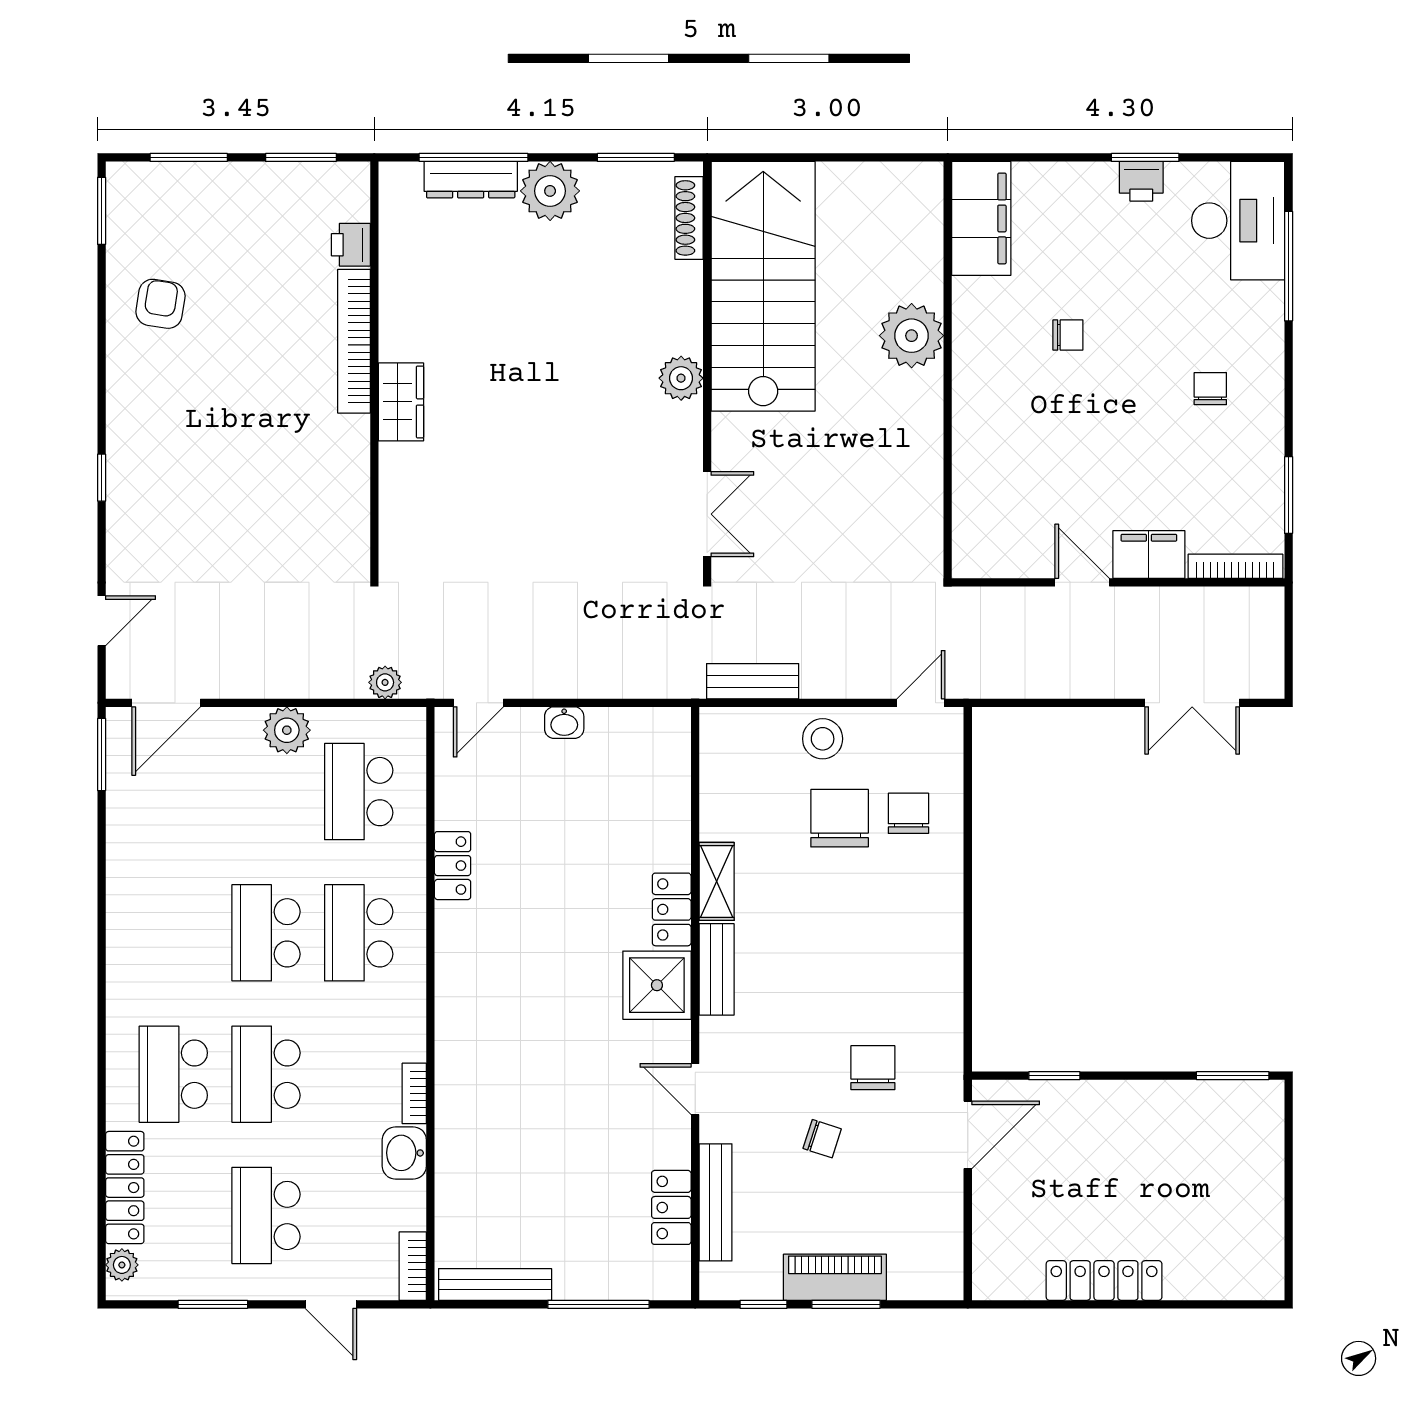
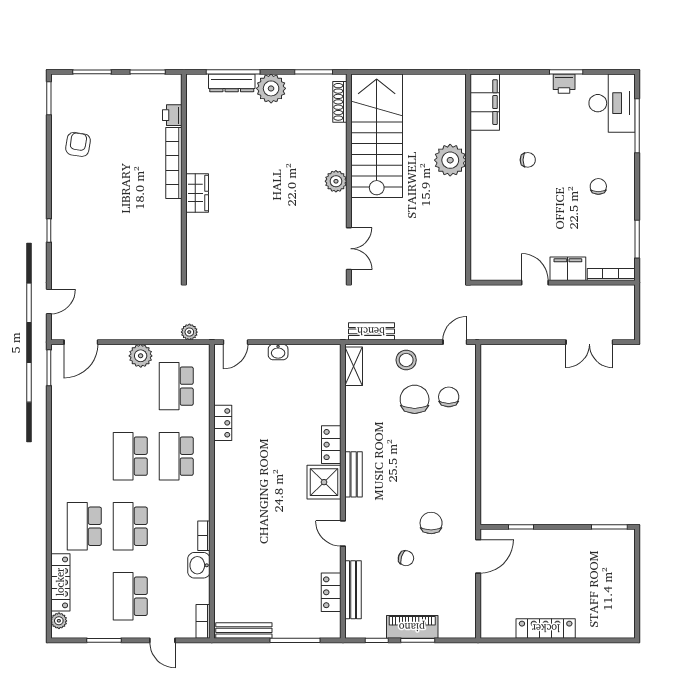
shelving: (717, 881) -> (354, 366), moved

